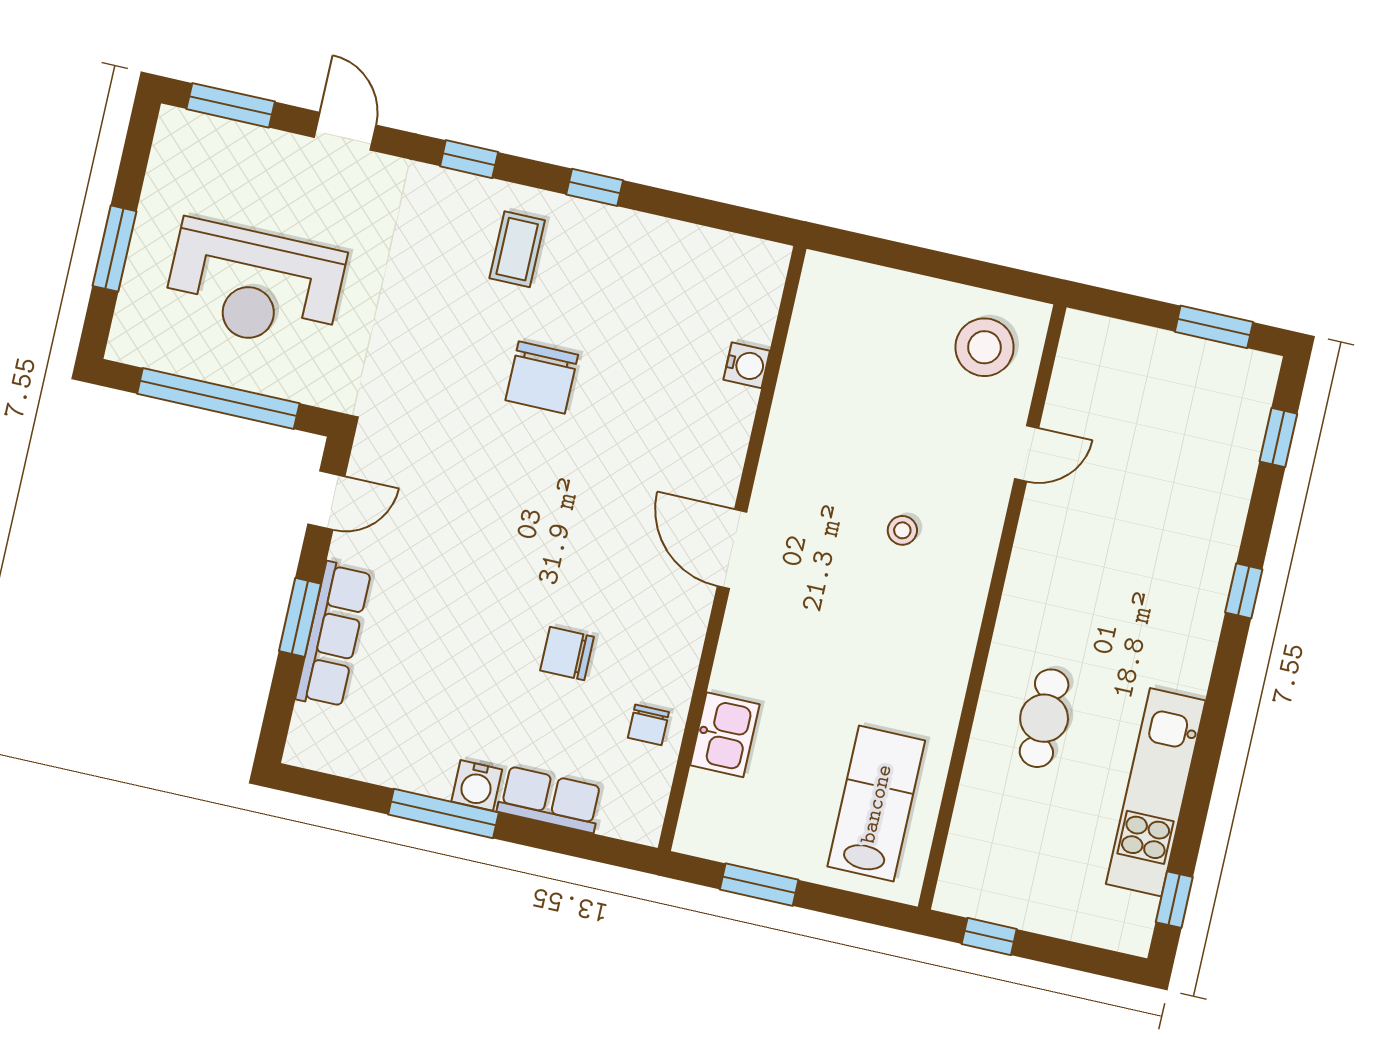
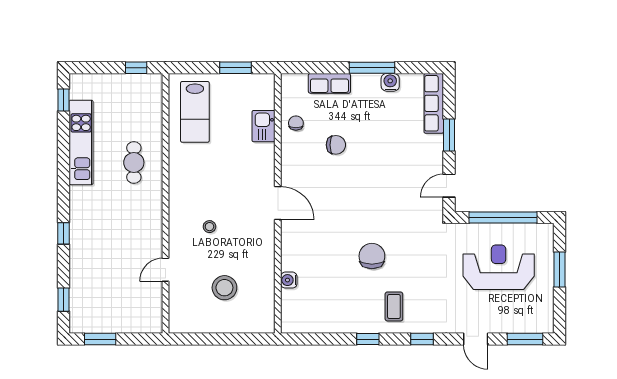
stool: (984, 347) -> (224, 288), moved
row of seats: (333, 635) -> (434, 103), moved
water cooler: (477, 785) -> (390, 82), moved

